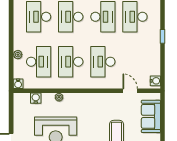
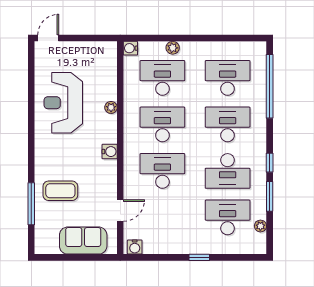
desk: (39, 62) -> (162, 78), turned 180
water cooler: (36, 98) -> (110, 152), moved

